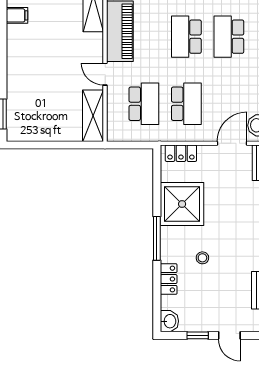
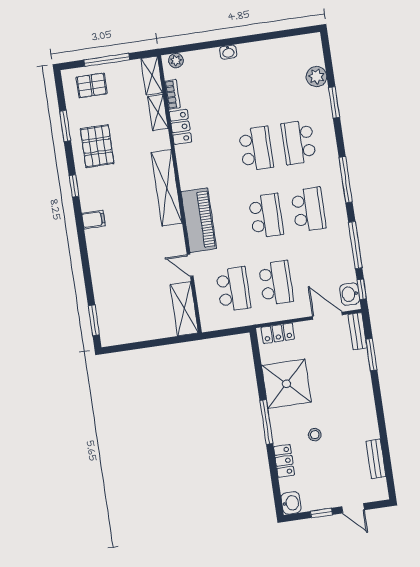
school desk: (186, 37) -> (266, 216), turned 180
school desk: (229, 37) -> (308, 209), turned 180
door: (232, 143) -> (327, 316), hinge flipped

